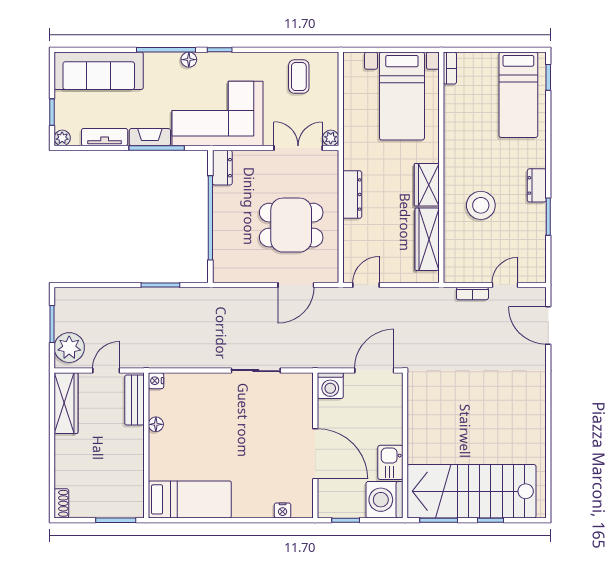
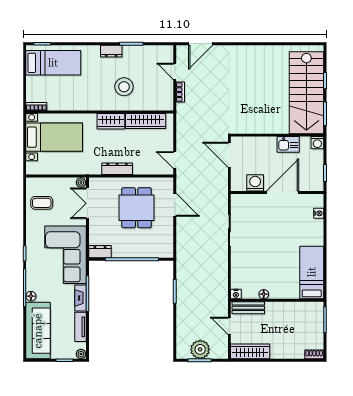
floor lamp: (189, 60) -> (31, 296), moved
plant: (69, 348) -> (200, 349), moved
washing machine: (330, 386) -> (255, 183), moved, turned -90
washing machine: (384, 500) -> (317, 143), width x0.53, depth x0.53

